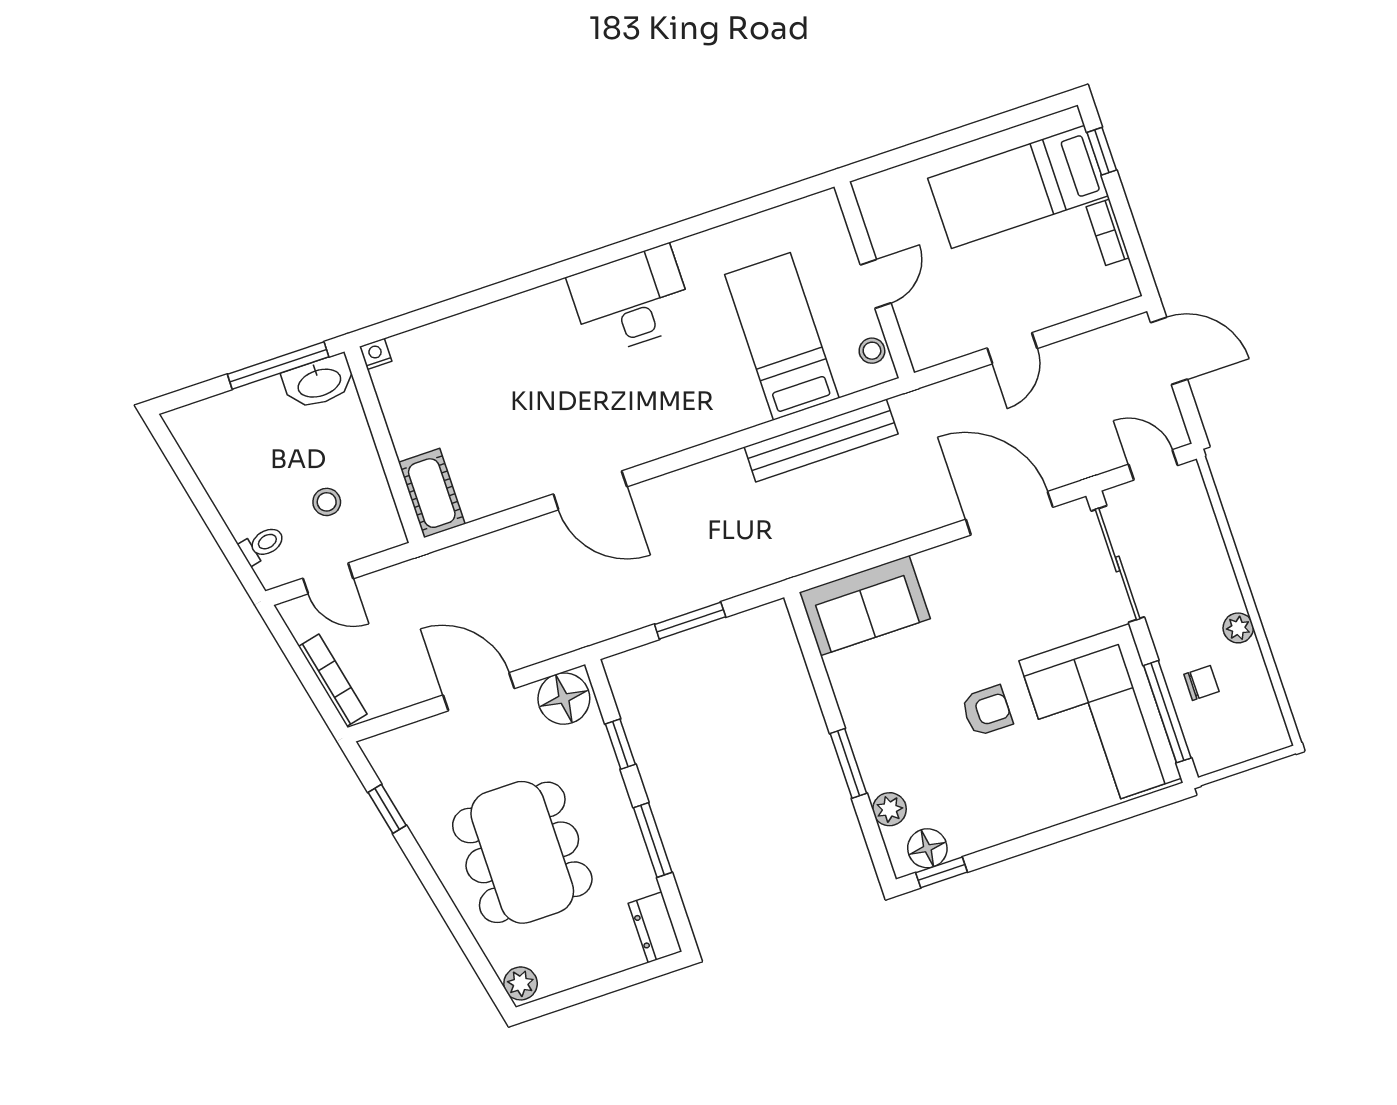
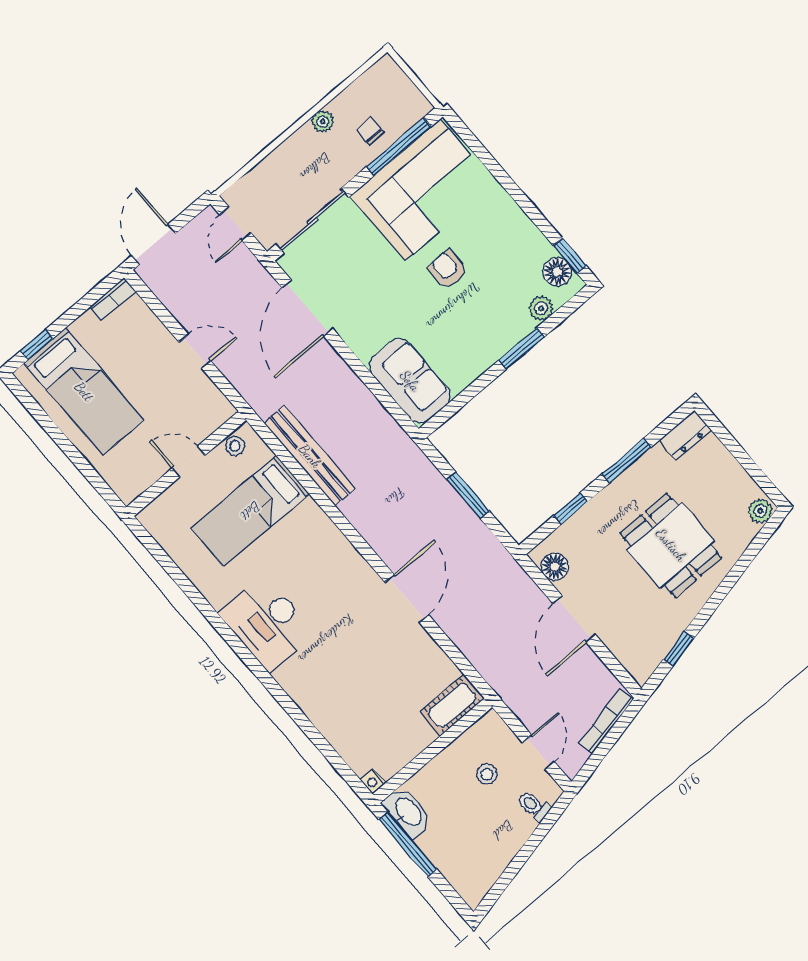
bookcase: (1108, 232) -> (113, 299), moved
floor lamp: (564, 699) -> (555, 567), width x0.73, depth x0.73
dining table: (522, 852) -> (671, 545), width x0.73

